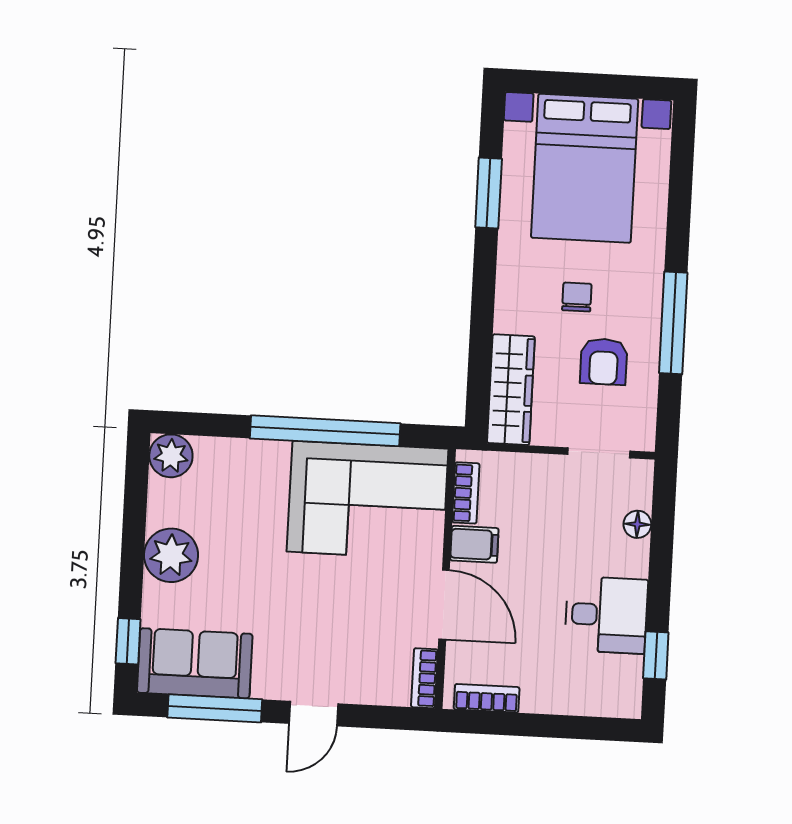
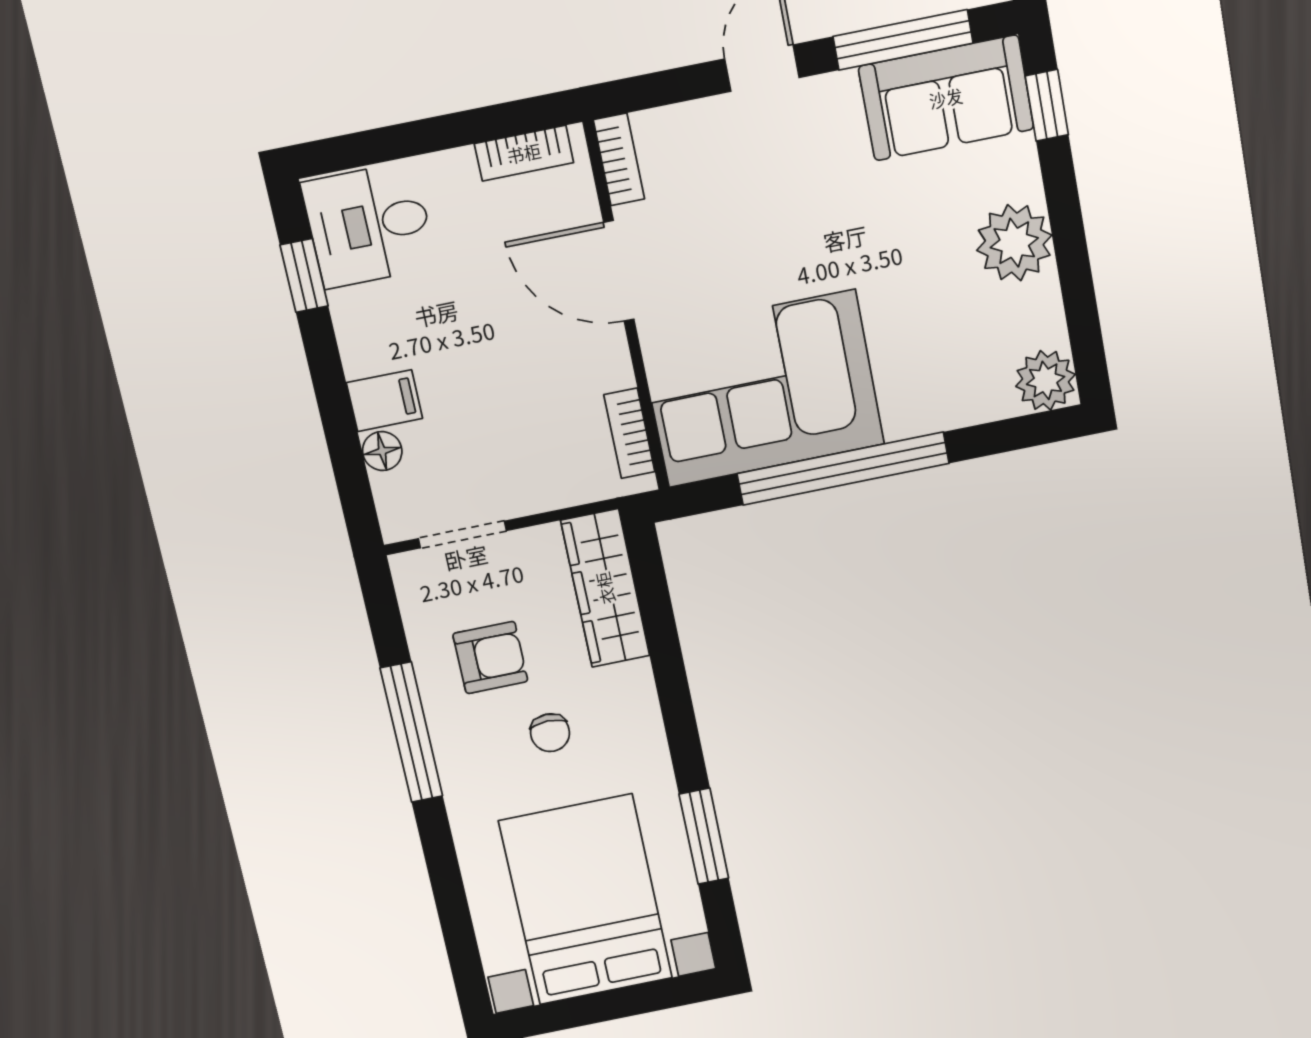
armchair: (604, 362) -> (490, 658), turned 90
filing cabinet: (474, 544) -> (384, 401), moved, turned 180
desk: (606, 615) -> (369, 225), moved

